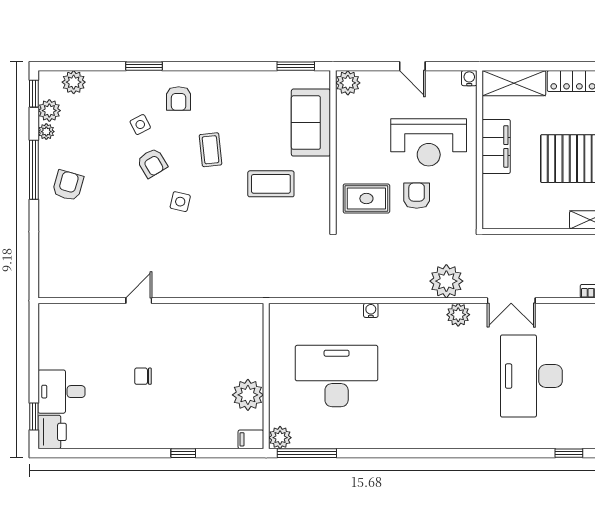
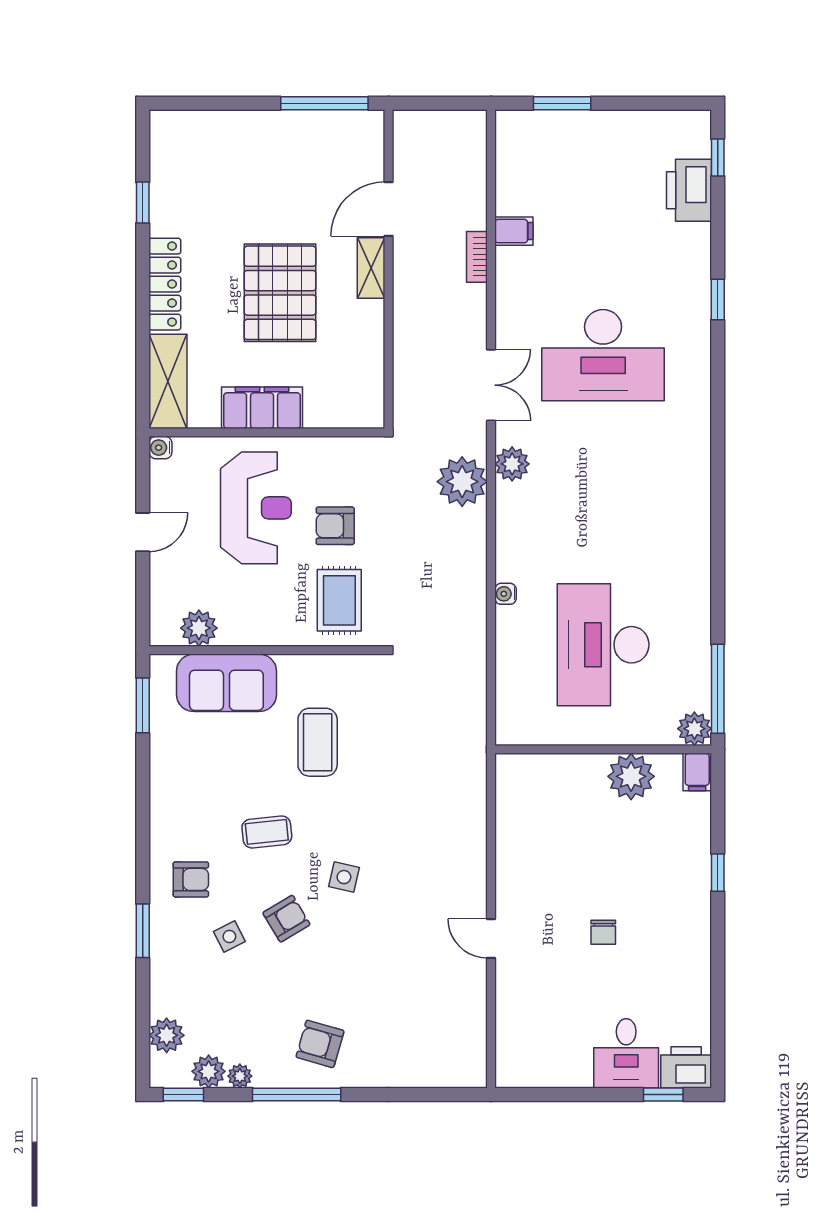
plant: (348, 83) -> (199, 628), moved

